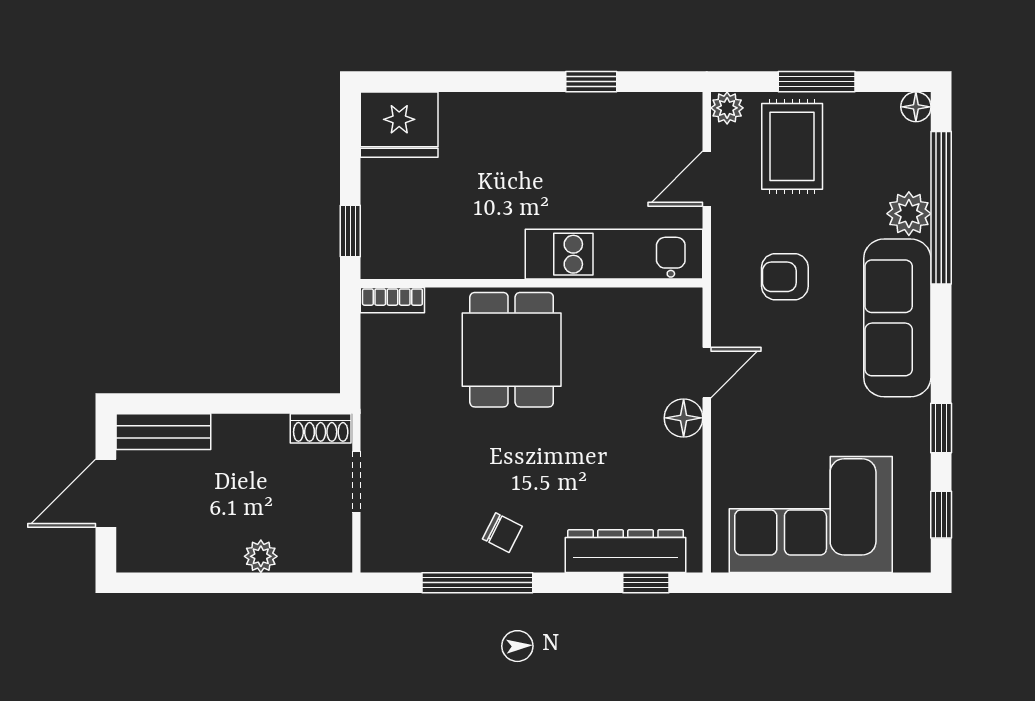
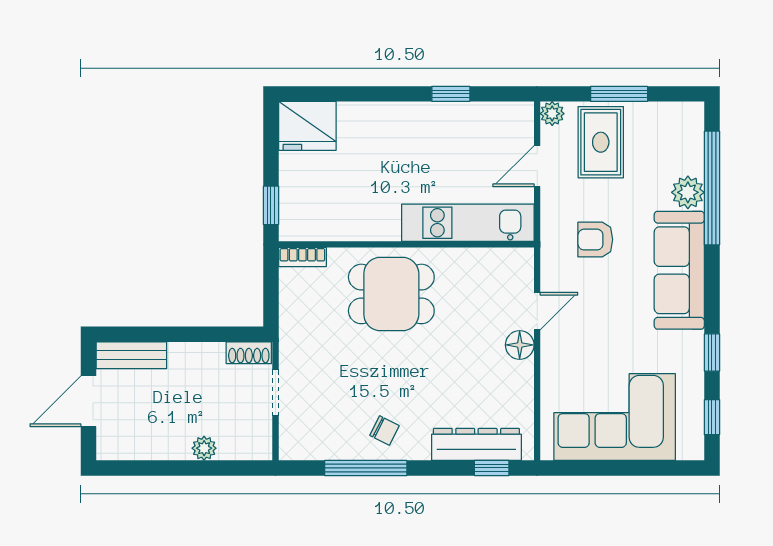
floor lamp: (916, 107) -> (693, 113), removed
dining table: (512, 350) -> (391, 294), turned 90

